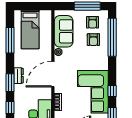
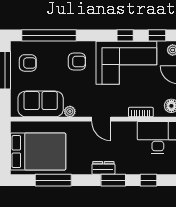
bed: (30, 30) -> (38, 152), width x1.50
armchair: (93, 40) -> (77, 62), moved
door: (53, 74) -> (101, 119), width x0.53

